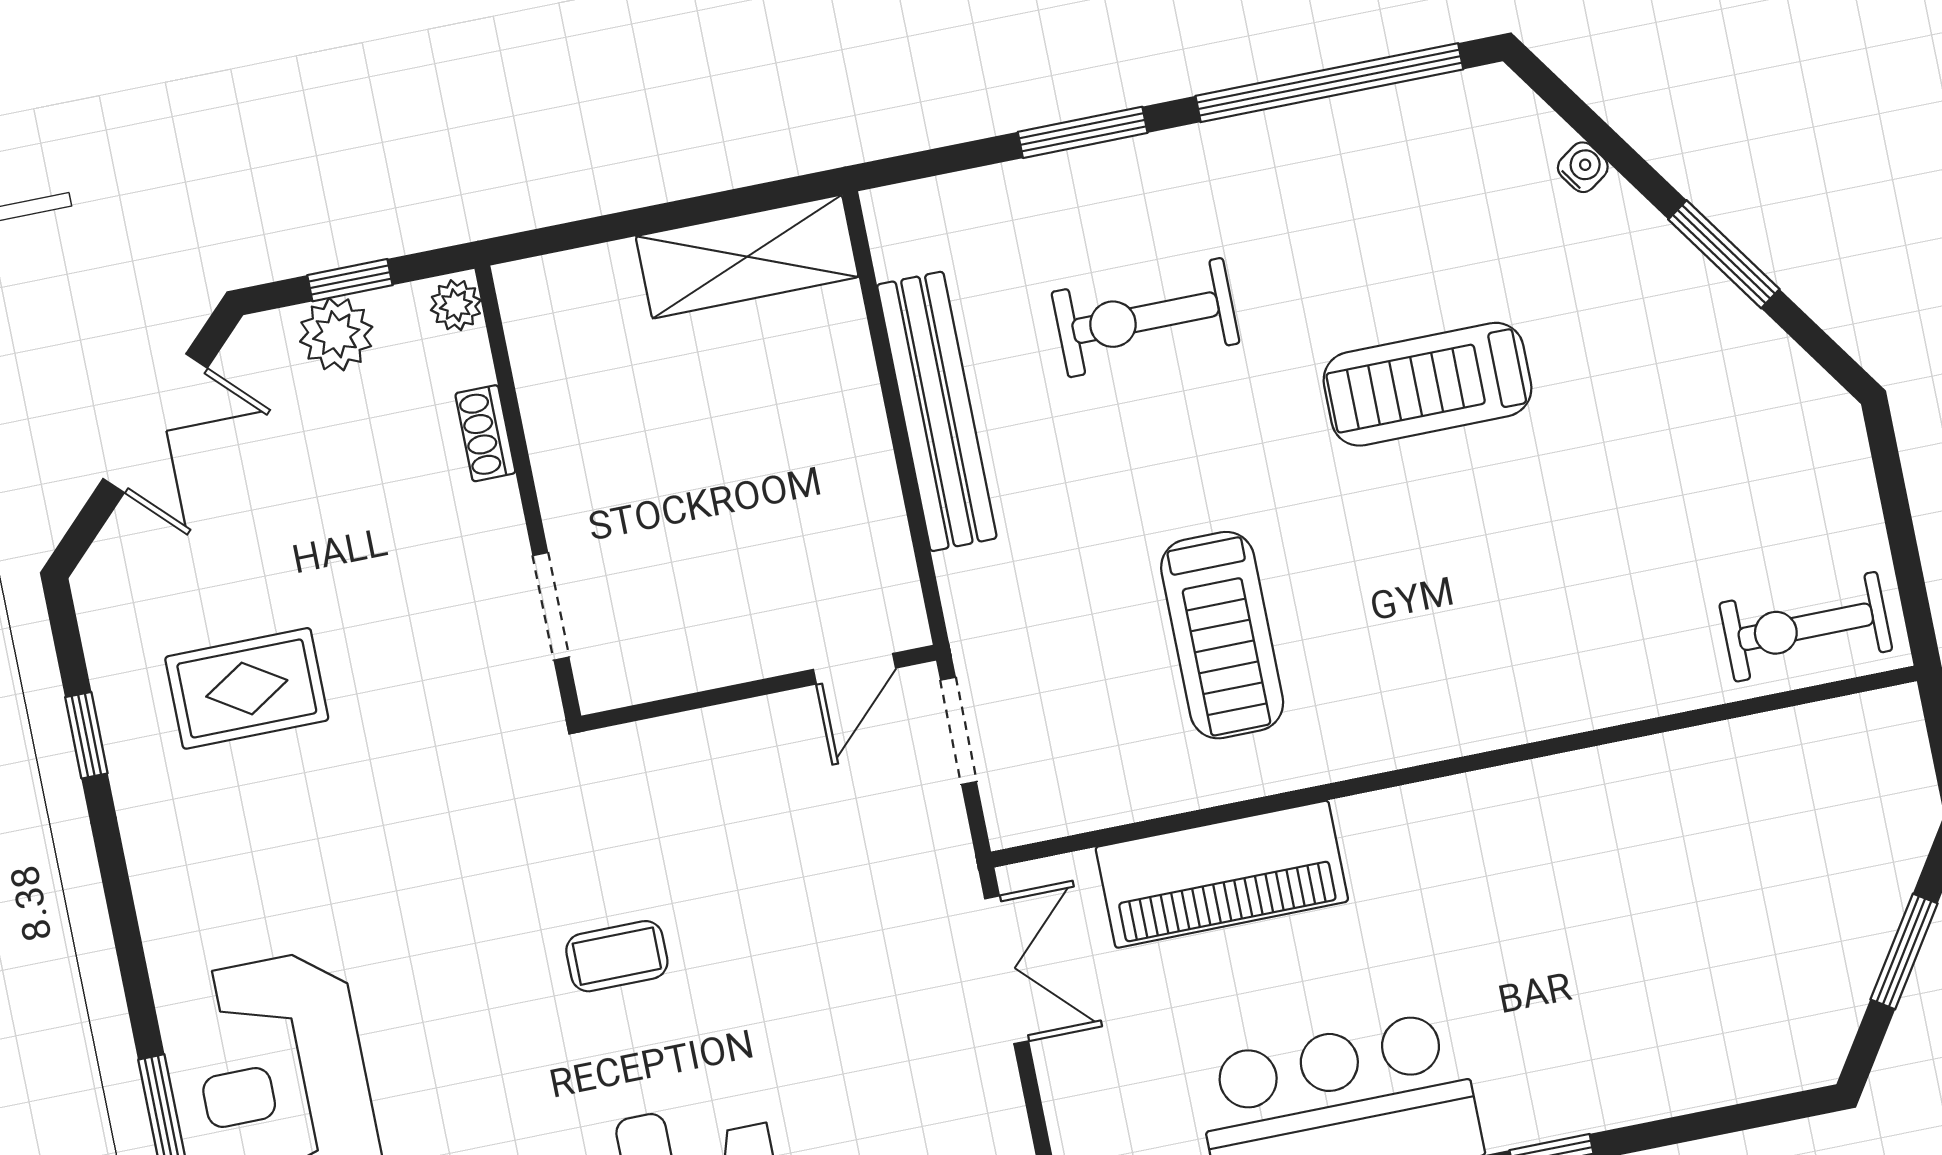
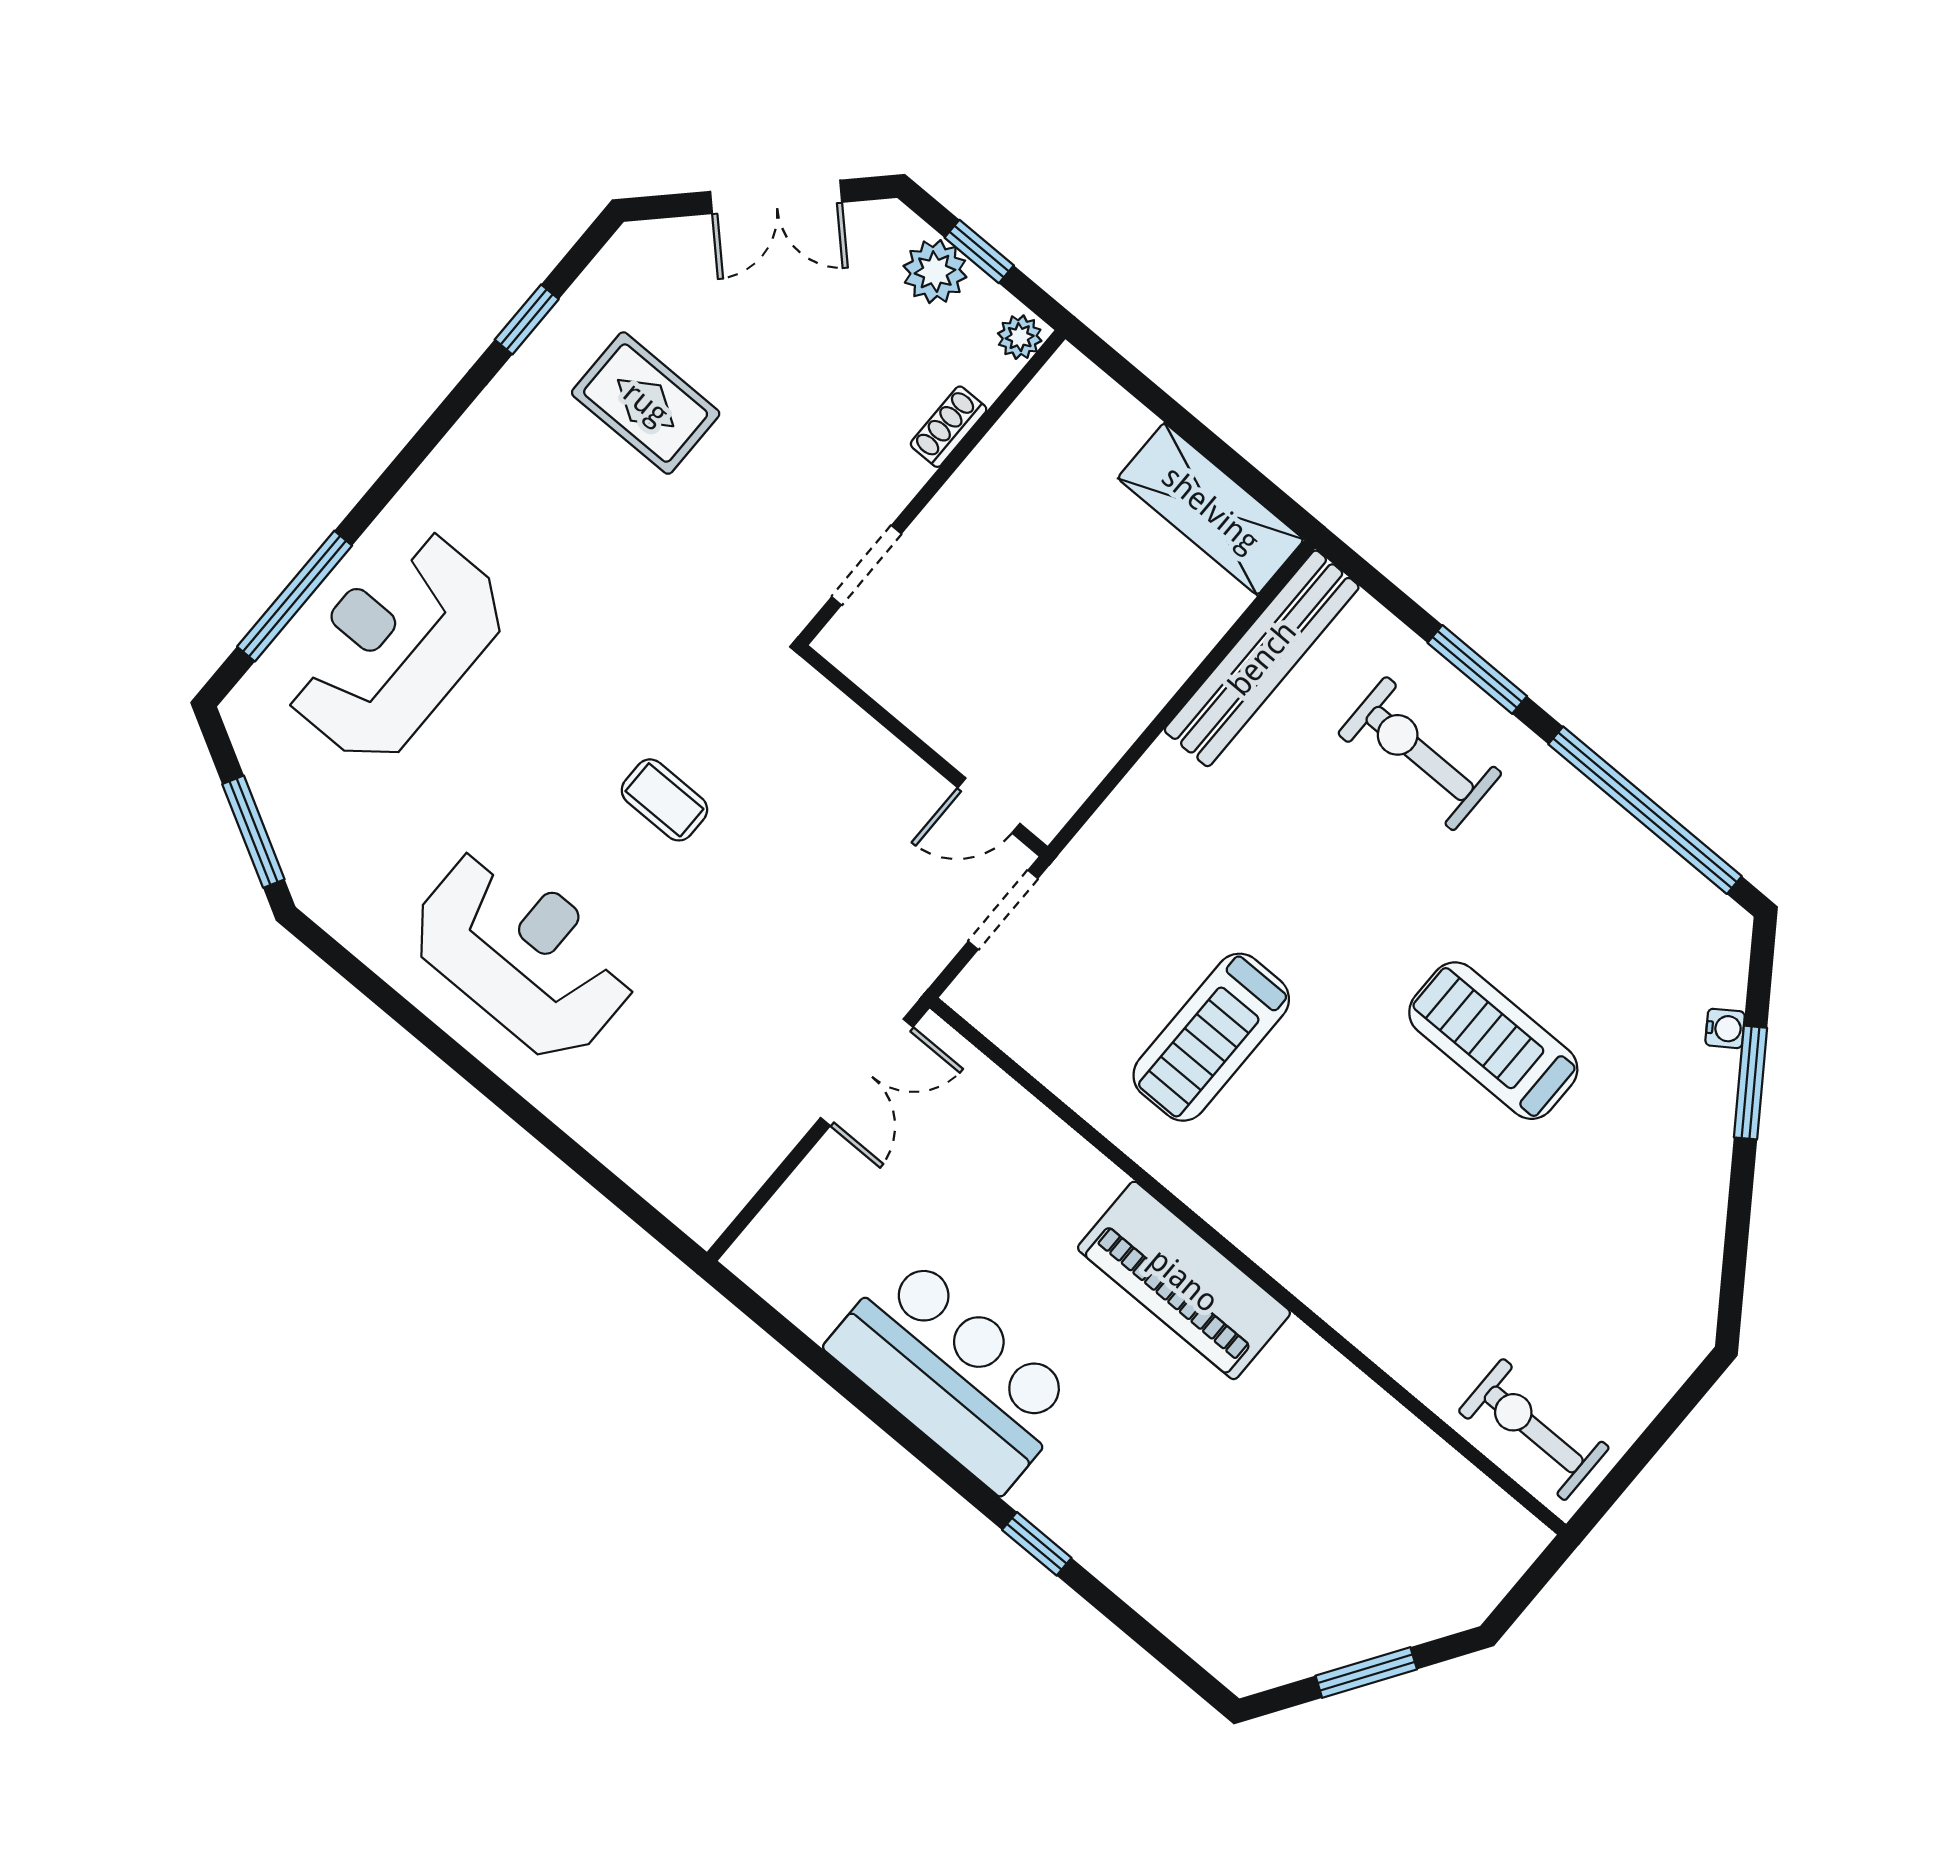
window: (1724, 254) -> (1751, 1083), moved
exercise bike: (1146, 318) -> (1420, 754), moved
bench: (937, 411) -> (1262, 658), moved
piano: (1222, 874) -> (1184, 1280), moved

